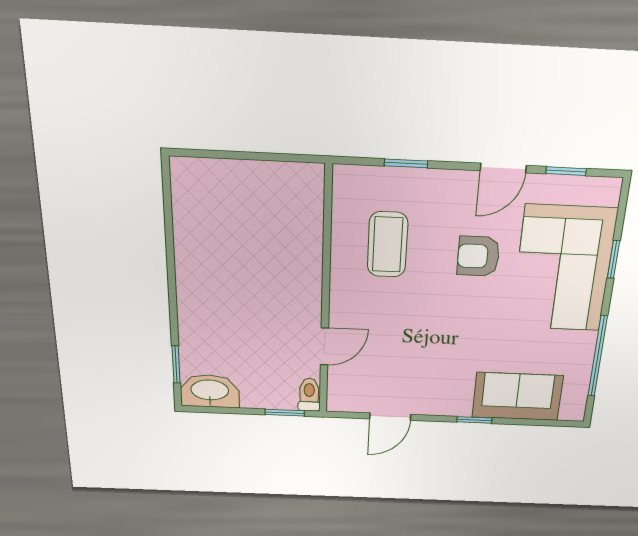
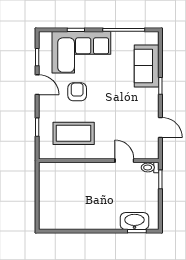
coffee table: (387, 245) -> (74, 133), width x1.36, depth x1.32
armchair: (478, 256) -> (77, 92), turned 180
washbasin: (210, 391) -> (134, 221), moved, turned 90

